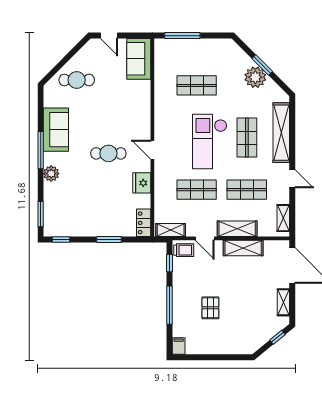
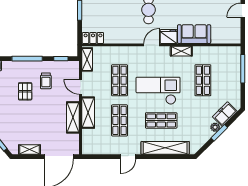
freezer: (239, 58) -> (225, 114), added
sofa: (139, 59) -> (194, 34), moved
plant: (255, 77) -> (215, 127), width x0.53, depth x0.53
fridge: (142, 183) -> (169, 36), moved
shelving: (283, 218) -> (181, 51), moved
door: (205, 238) -> (81, 87), hinge flipped
trolley: (184, 250) -> (46, 81), moved
pallet: (210, 308) -> (25, 91), turned 90

